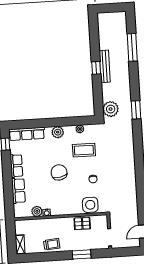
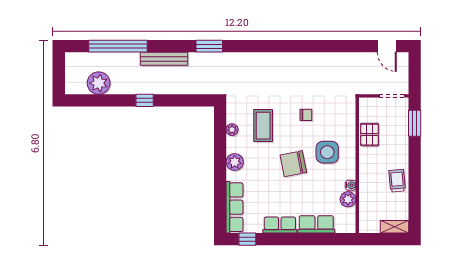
window: (132, 47) -> (118, 46), width x1.46
bench: (105, 66) -> (164, 59), moved
plant: (111, 109) -> (99, 83), moved
side table: (90, 205) -> (327, 152), moved
window: (82, 254) -> (415, 123), moved

